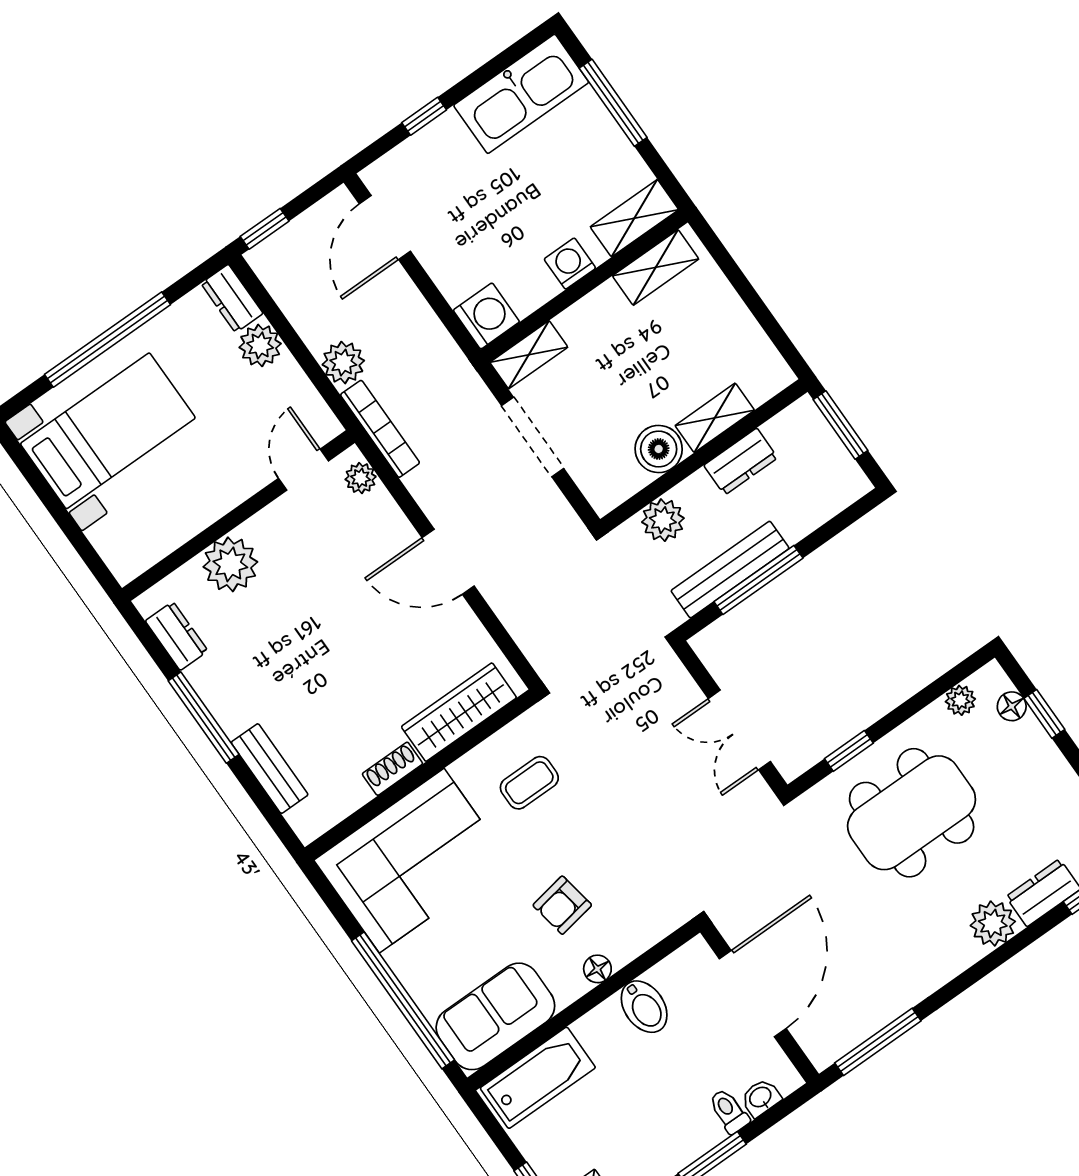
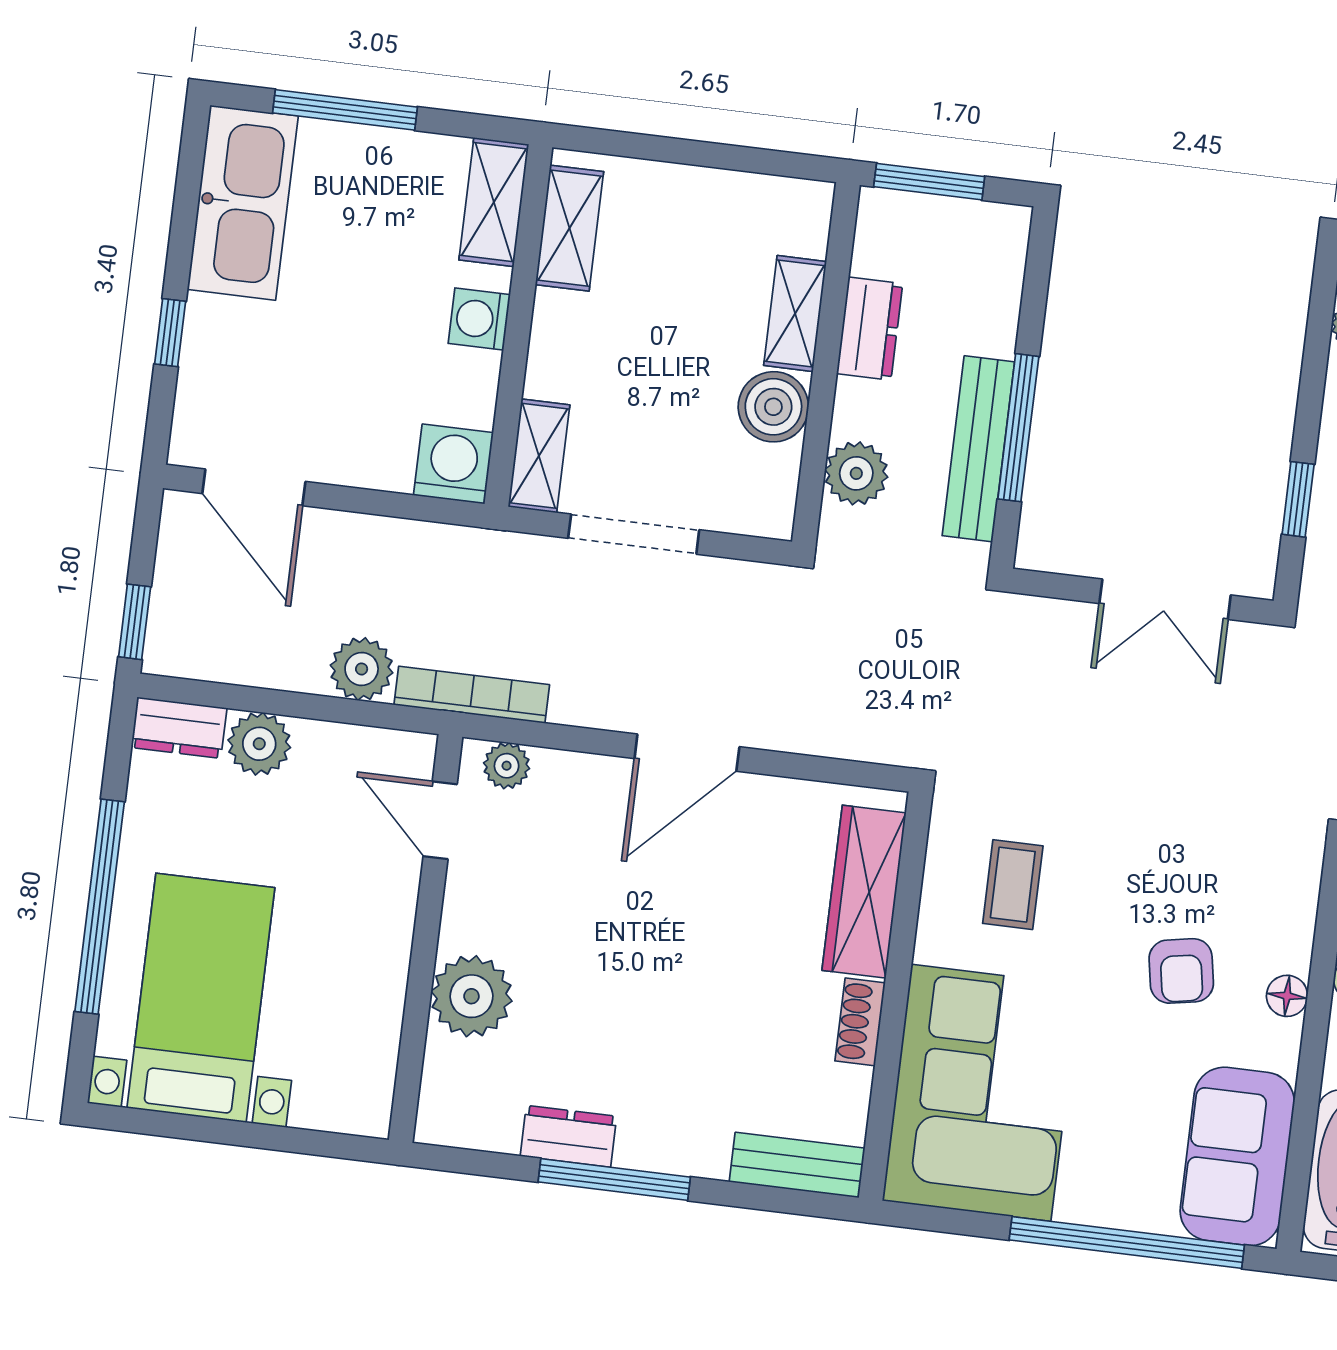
dresser: (177, 636) -> (568, 1136), moved
bench: (270, 769) -> (797, 1165), moved

